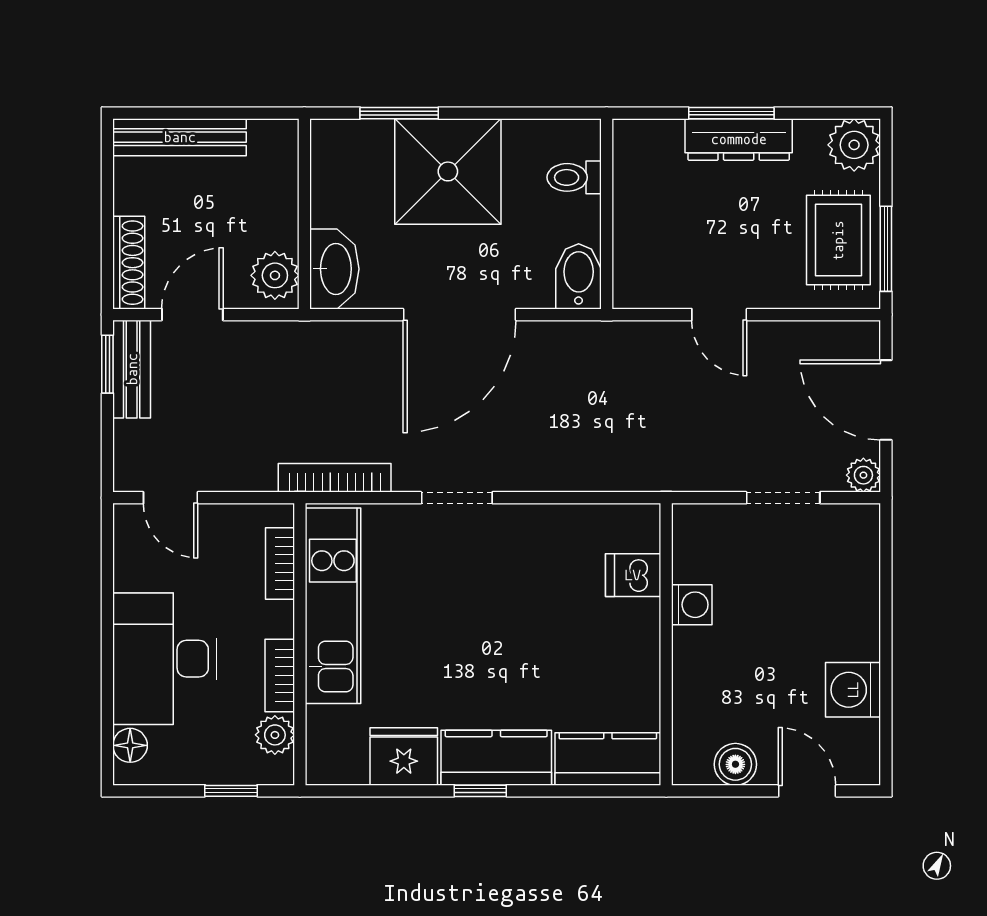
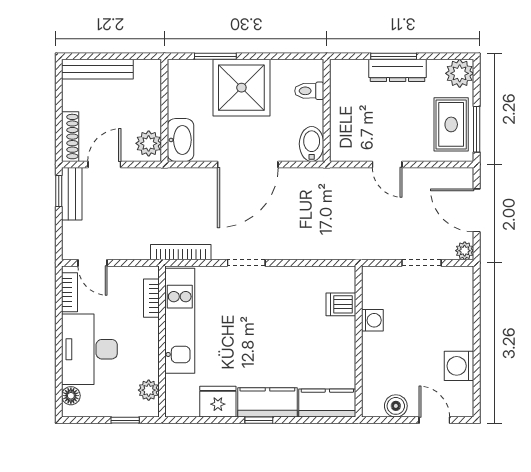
bookcase: (280, 675) -> (69, 292), moved, turned 180

